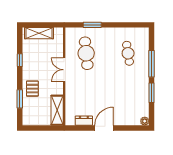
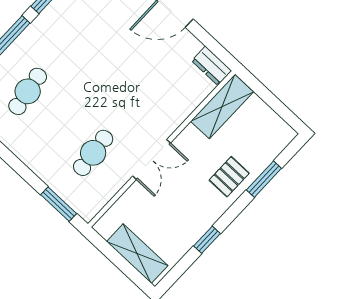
window: (92, 25) -> (59, 204), moved
cafe table: (86, 53) -> (93, 153), width x0.73, depth x0.74
dresser: (84, 121) -> (212, 66), moved

